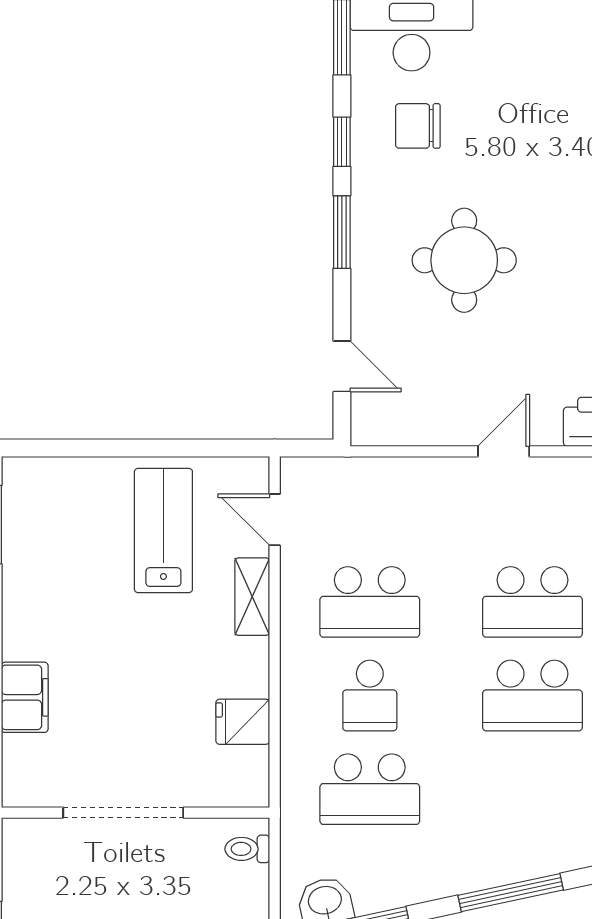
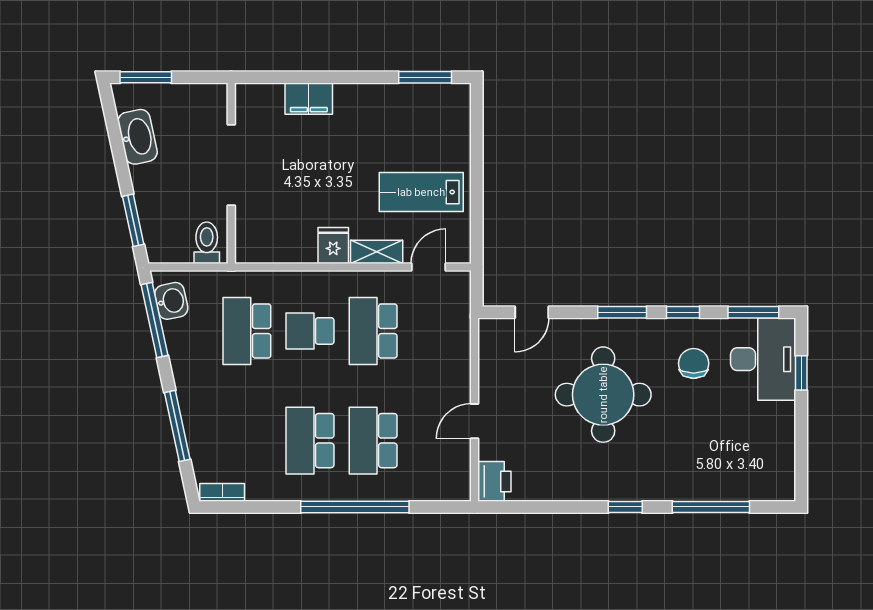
round table: (464, 260) -> (603, 395), width x1.36, depth x1.36
door: (504, 451) -> (475, 421), swing flipped
lab bench: (163, 530) -> (421, 192), turned 180
fridge: (243, 722) -> (333, 245), moved
toilet: (247, 849) -> (207, 243), width x1.37, depth x1.39

